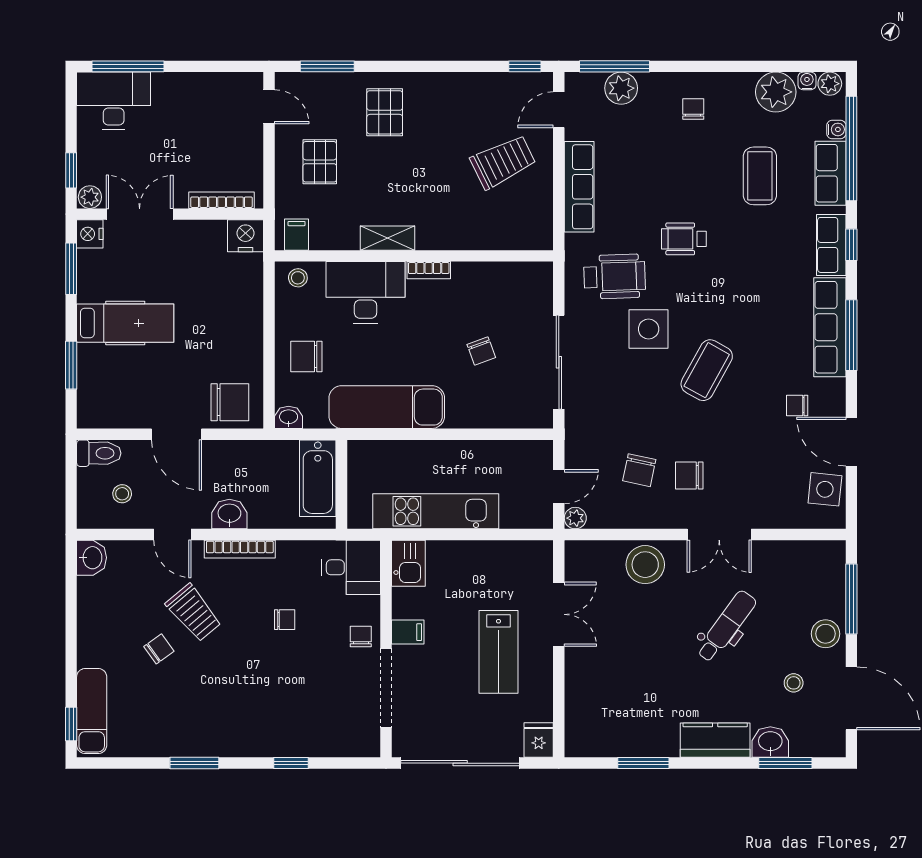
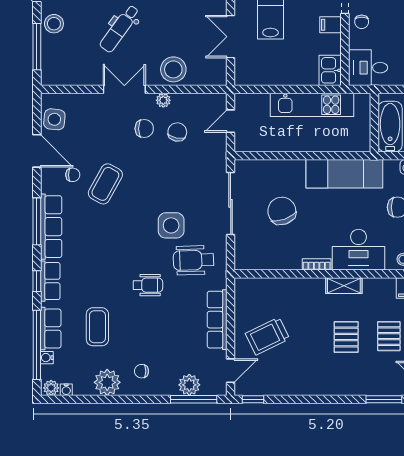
plant: (776, 92) -> (107, 382), moved
chair: (693, 109) -> (141, 371), turned 90
pallet: (385, 112) -> (346, 337), moved
chair: (481, 351) -> (282, 211), width x1.87, depth x1.87
coffee table: (707, 370) -> (105, 184), moved
plant: (575, 518) -> (163, 100), moved

